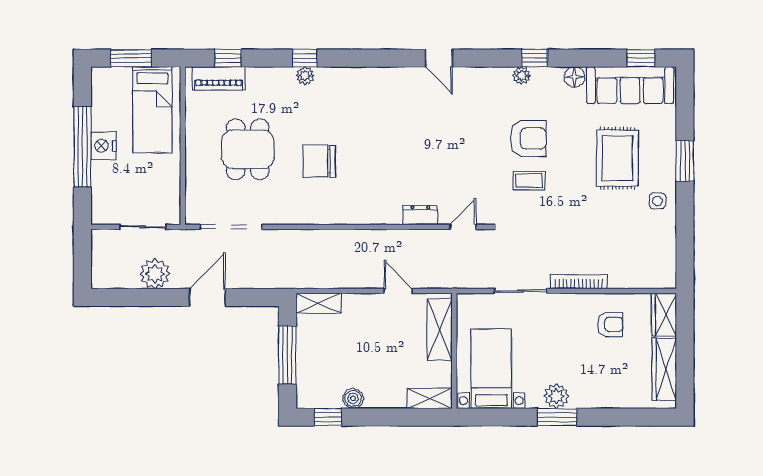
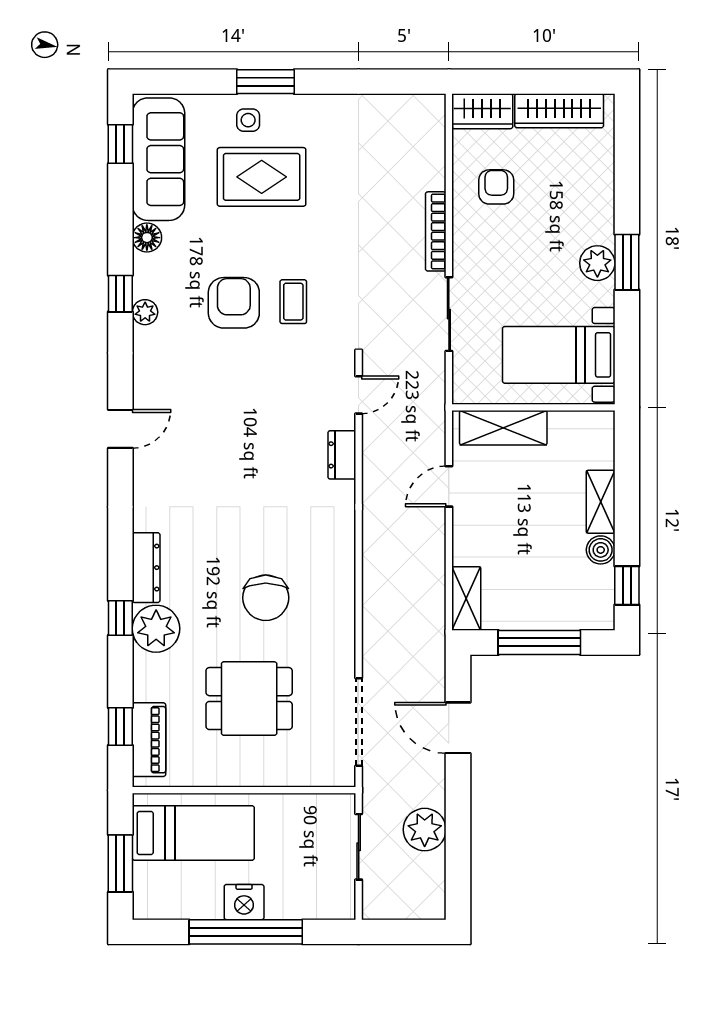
plant: (305, 76) -> (156, 629), width x1.88, depth x1.88
dresser: (341, 76) -> (146, 568), added
side table: (657, 201) -> (248, 120), moved
door: (463, 227) -> (359, 395), swing flipped
door: (207, 297) -> (458, 728), moved
shelving: (430, 398) -> (601, 502), moved

